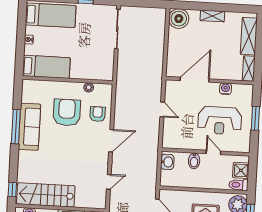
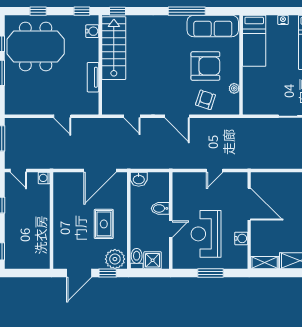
armchair: (98, 114) -> (206, 100), turned -72
sofa: (29, 127) -> (213, 26), moved
washbasin: (167, 162) -> (139, 179), moved

